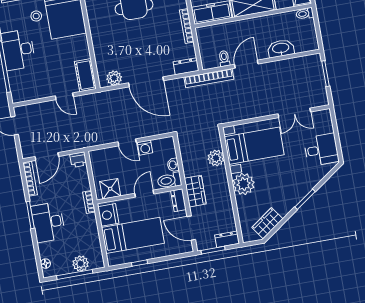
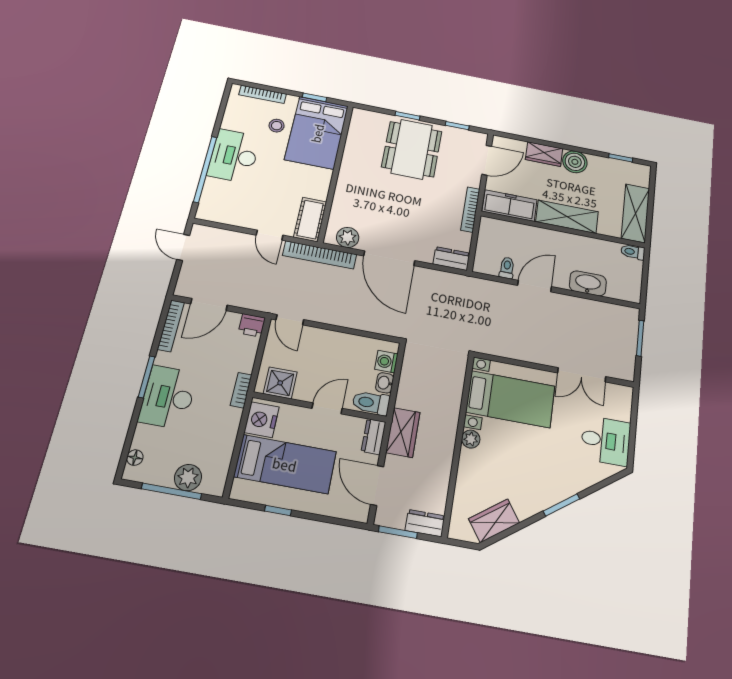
bookcase: (209, 78) -> (320, 255), moved
door: (127, 142) -> (290, 320), moved
washing machine: (145, 148) -> (386, 362), moved, turned 90
plant: (216, 158) -> (450, 396), removed
plant: (244, 184) -> (471, 439), width x0.53, depth x0.53

